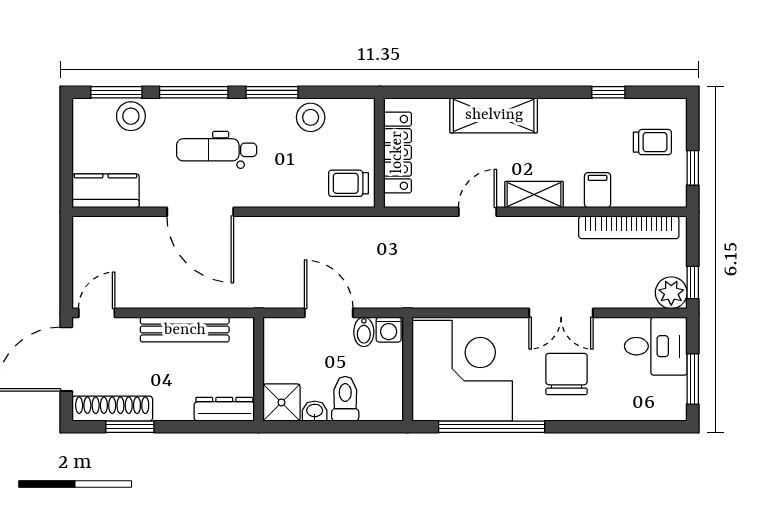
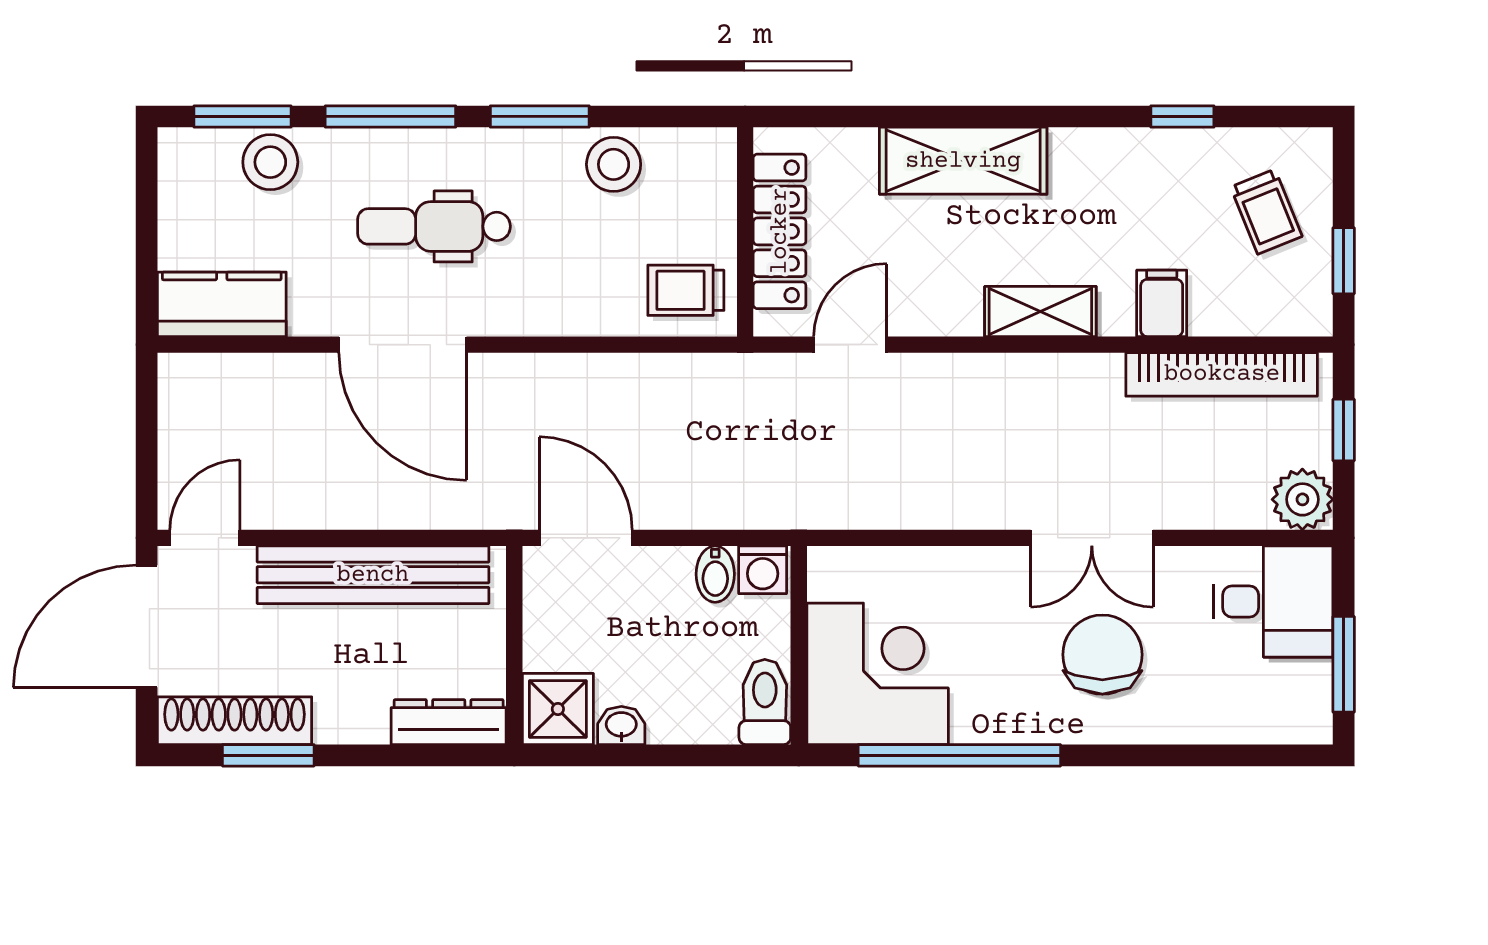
trolley: (652, 142) -> (1266, 212), turned 68
door: (477, 212) -> (850, 345), moved
window: (693, 283) -> (1344, 430), moved
door: (329, 313) -> (586, 538), moved
bench: (185, 330) -> (373, 575), width x1.37, depth x1.21
corner desk: (462, 371) -> (878, 674), width x0.74, depth x0.74
toilet: (345, 399) -> (765, 702), moved

